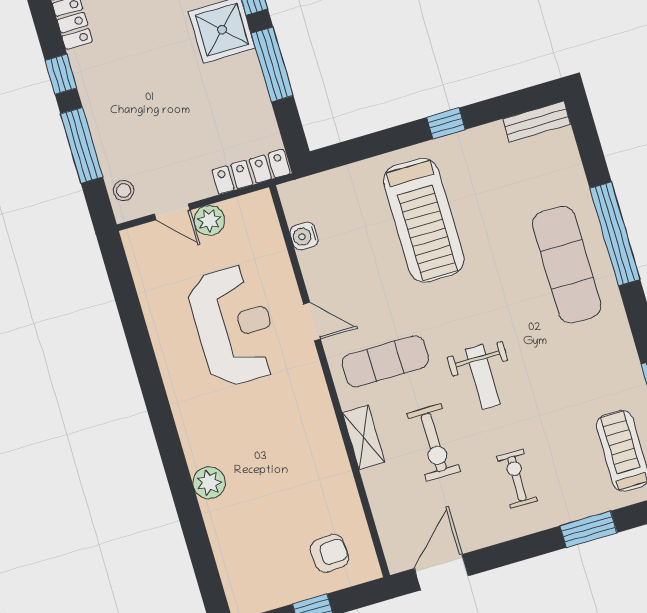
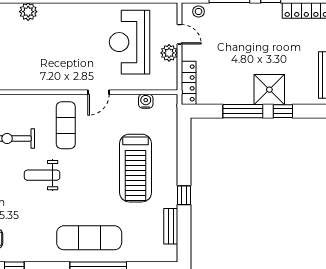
bench: (537, 121) -> (171, 226), moved
door: (172, 212) -> (179, 34), swing flipped
treadmill: (424, 220) -> (136, 168), turned -90
reception desk: (234, 326) -> (130, 42), moved, turned 90
shelving: (364, 437) -> (28, 102), removed

